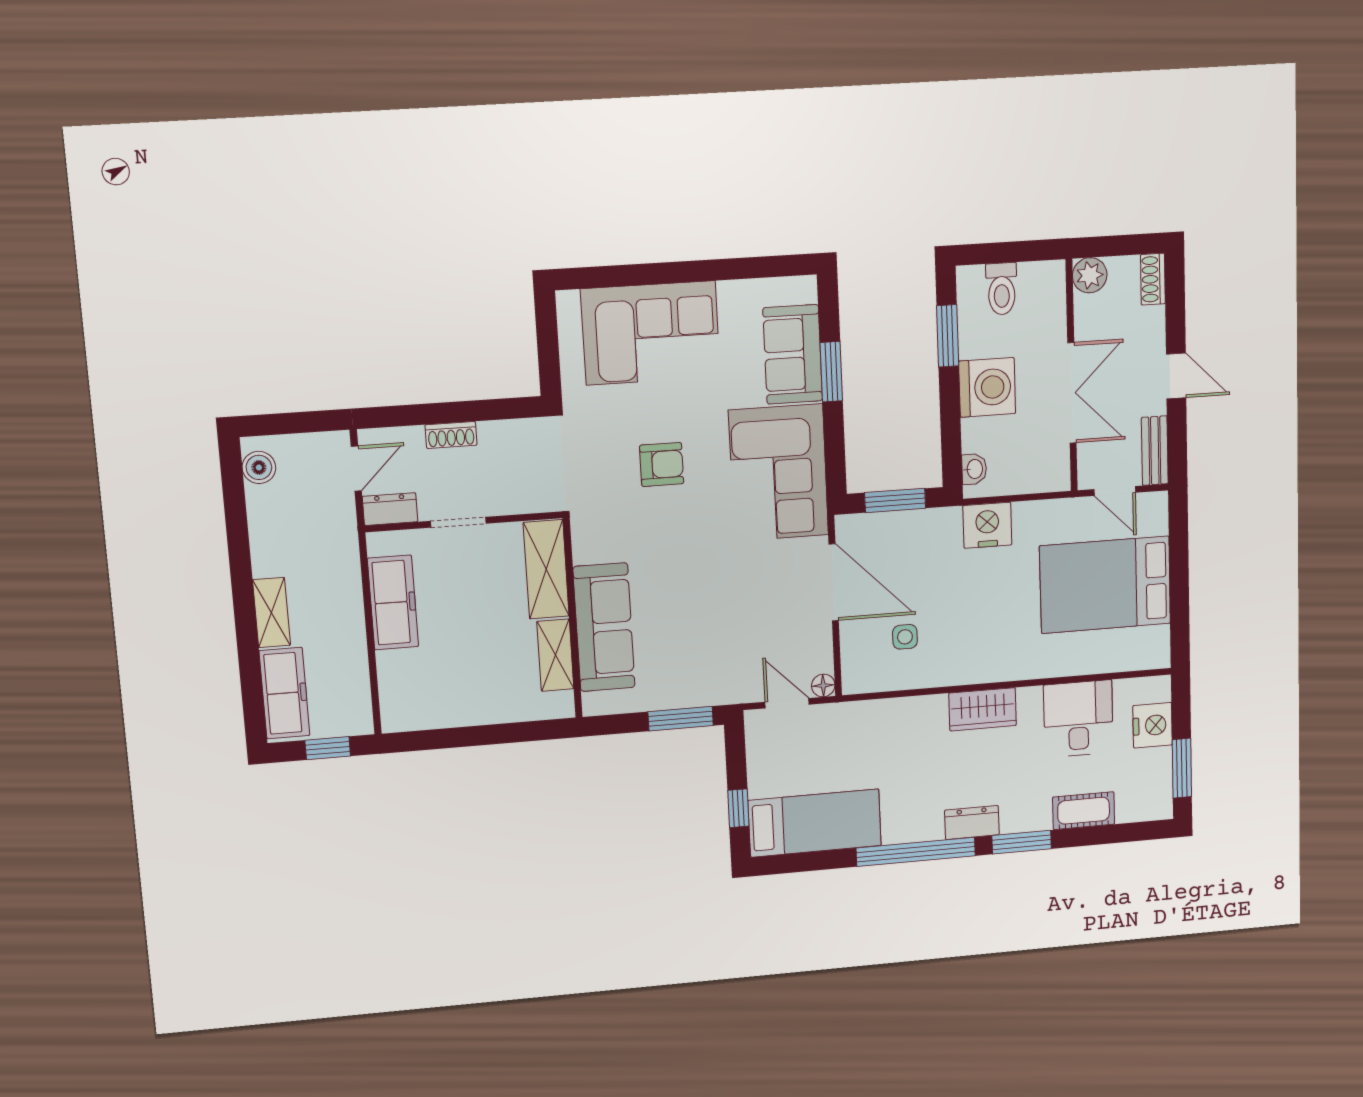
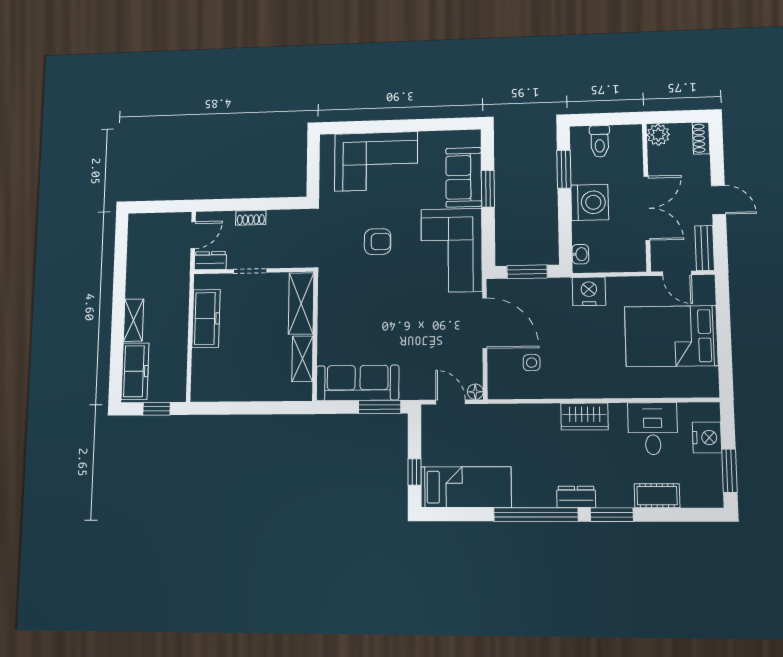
boiler: (259, 467) -> (137, 232), removed
sofa: (604, 627) -> (358, 383), moved, turned -90

